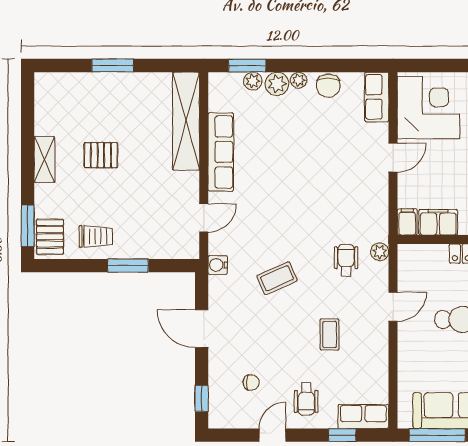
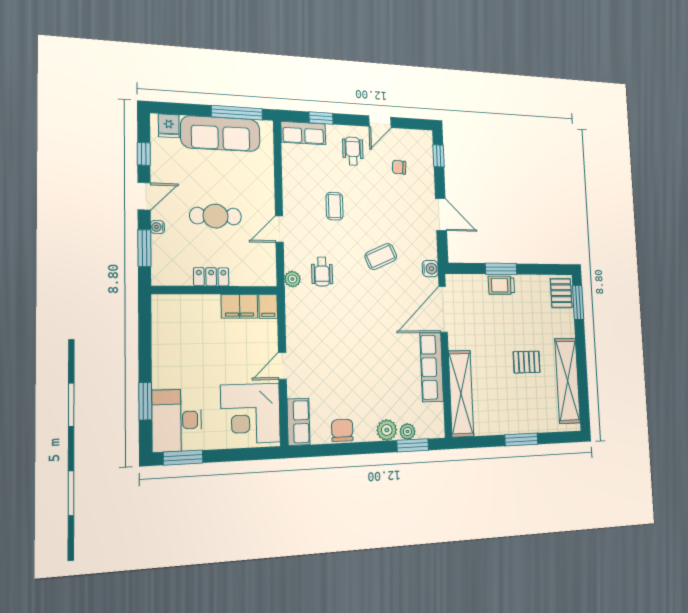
plant: (299, 80) -> (368, 434), removed
shelving: (45, 159) -> (567, 381), width x2.20, depth x1.33
door: (204, 218) -> (443, 309), width x1.88
trolley: (96, 236) -> (501, 285), moved

